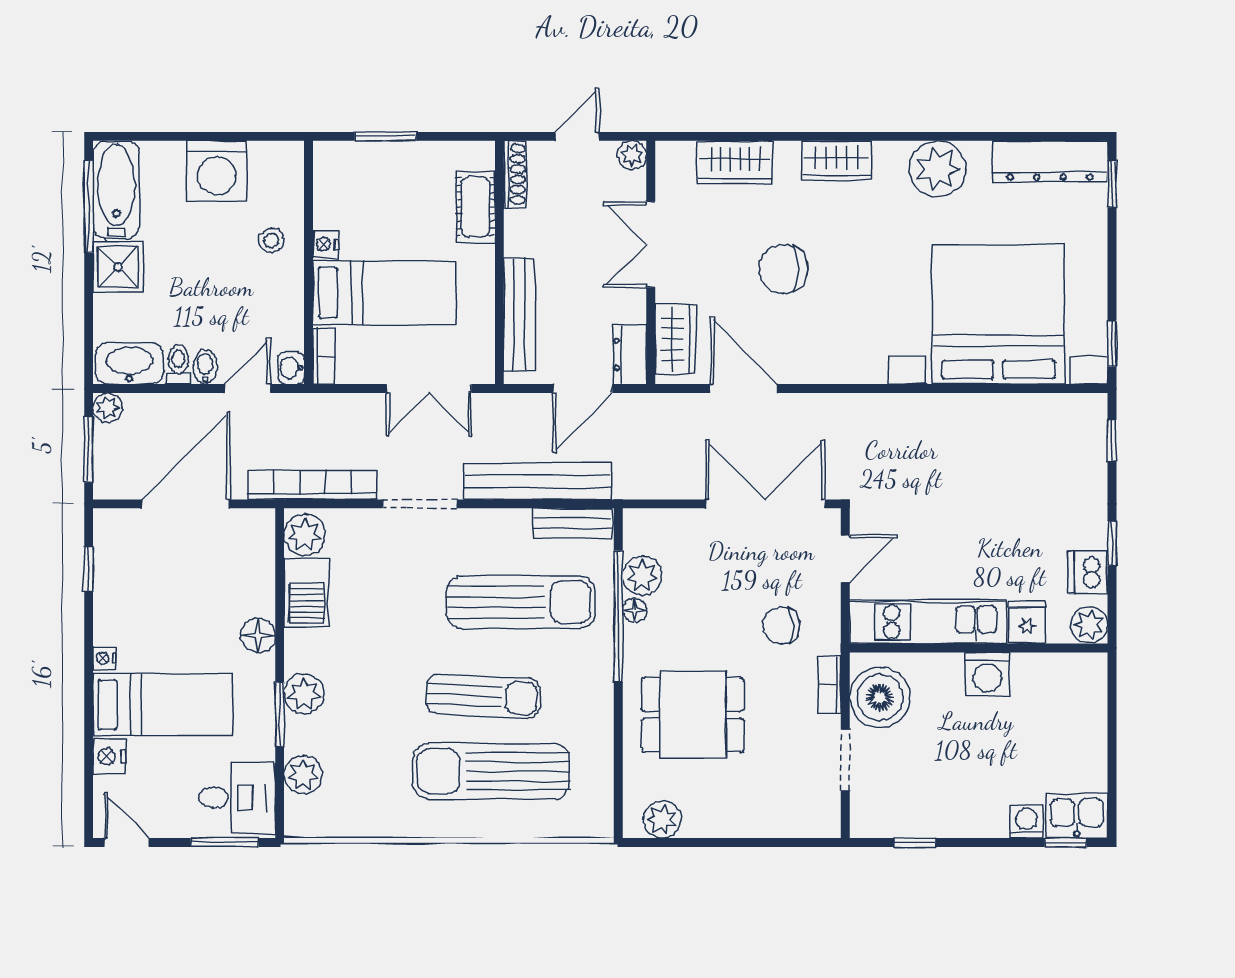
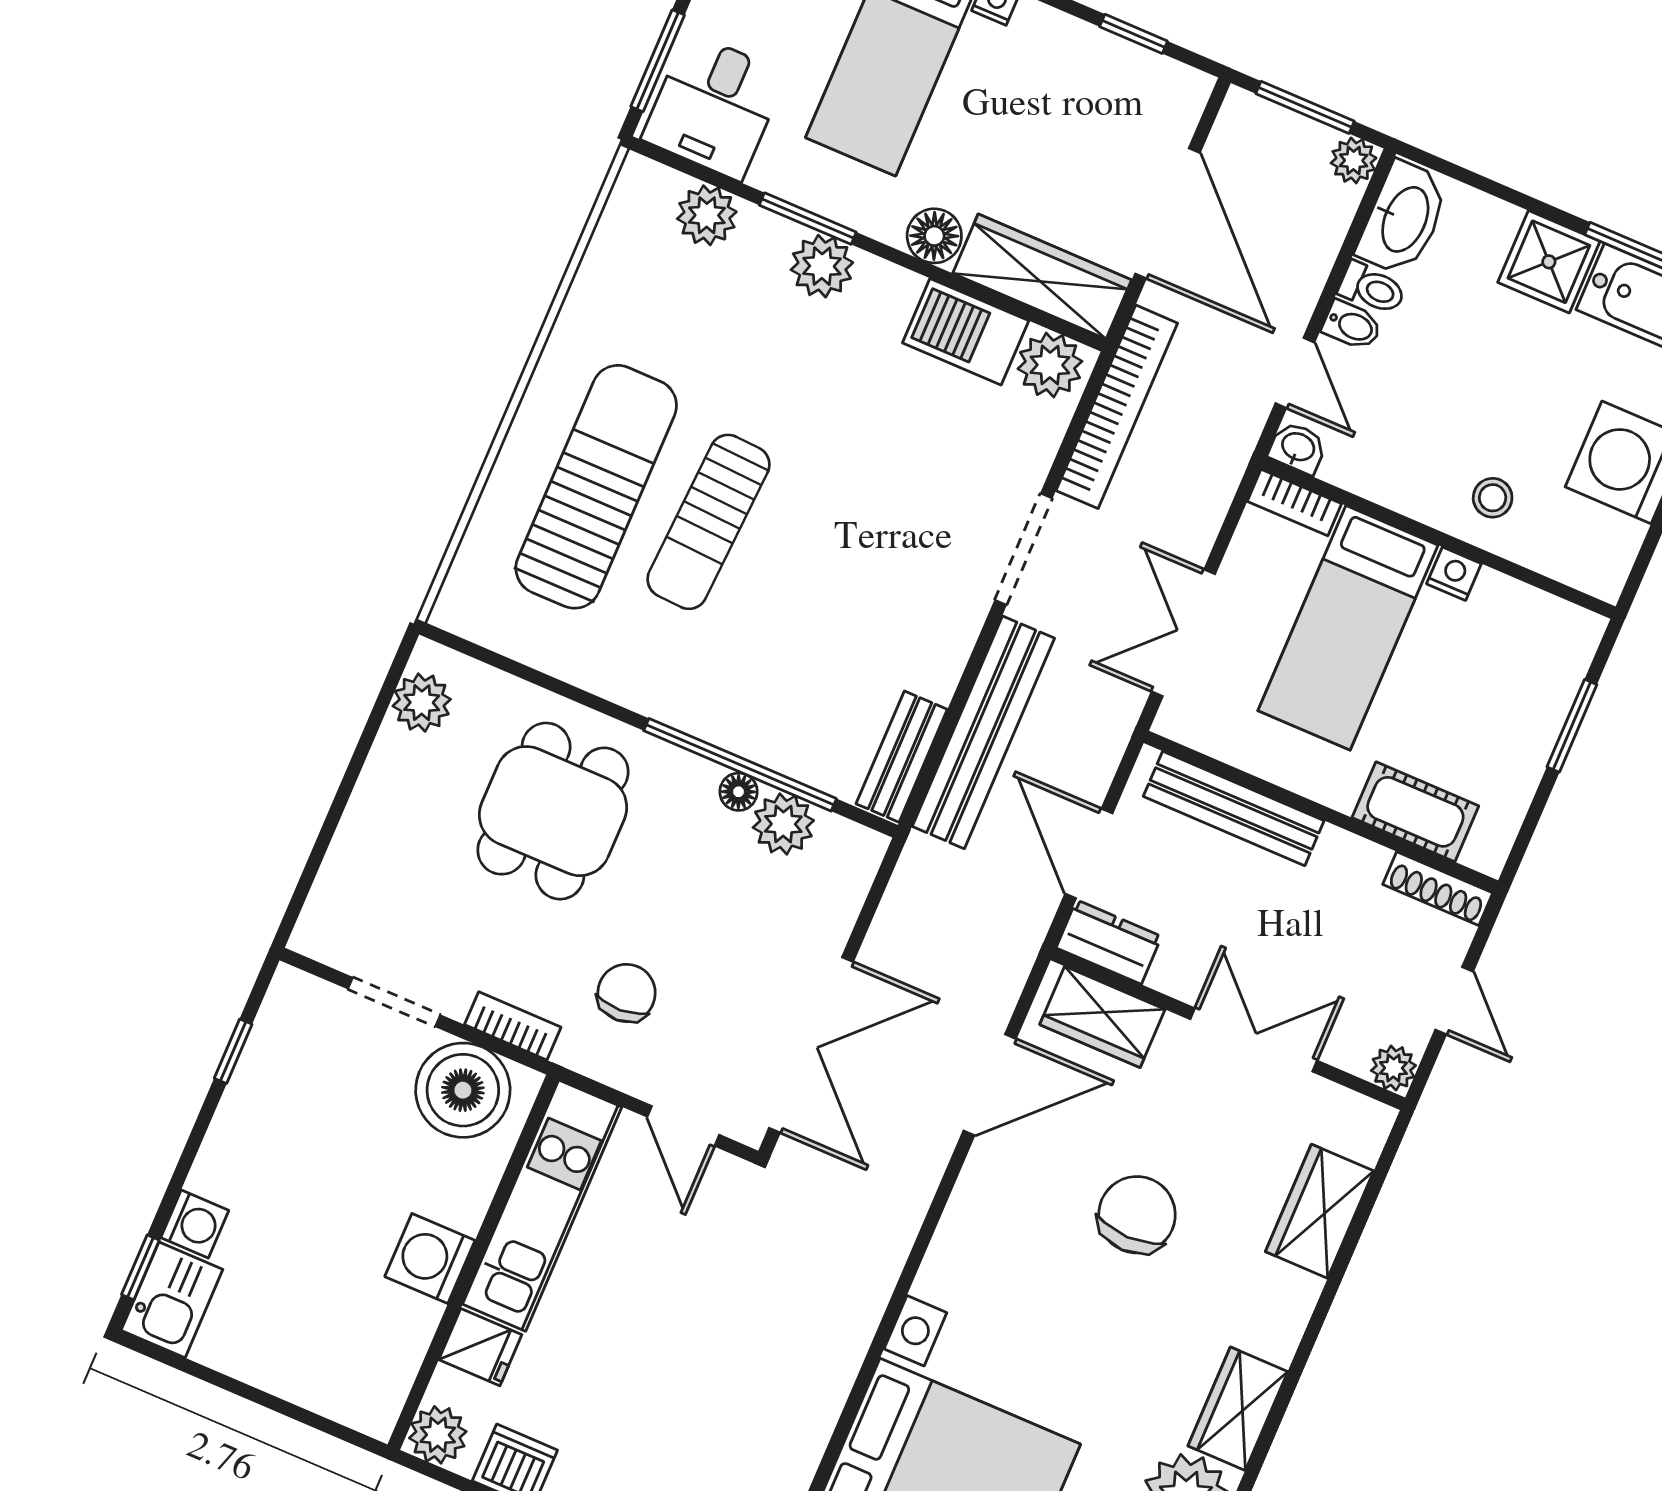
wardrobe: (836, 161) -> (1238, 1409), moved
wardrobe: (255, 562) -> (1042, 277), added
sun lounger: (521, 602) -> (820, 634), removed

